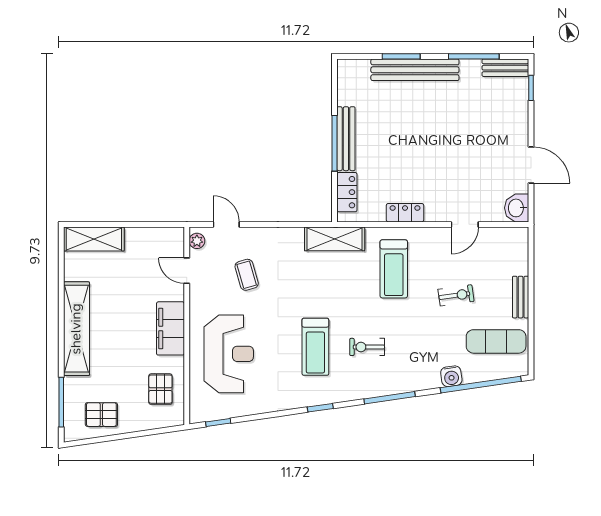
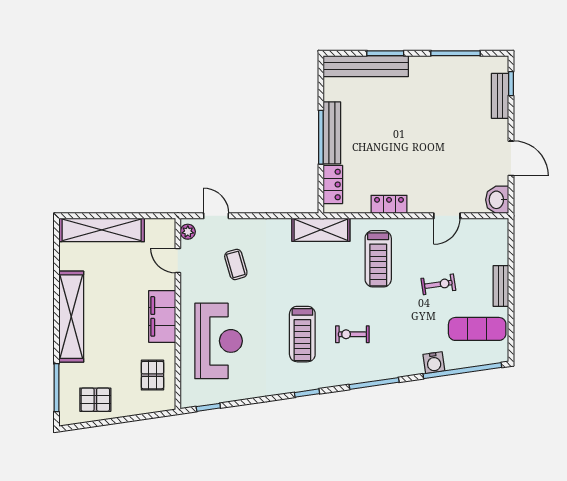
bench: (505, 68) -> (500, 96), moved, turned 90
bench: (415, 70) -> (366, 66), moved
shelving: (94, 239) -> (102, 230), width x1.47

